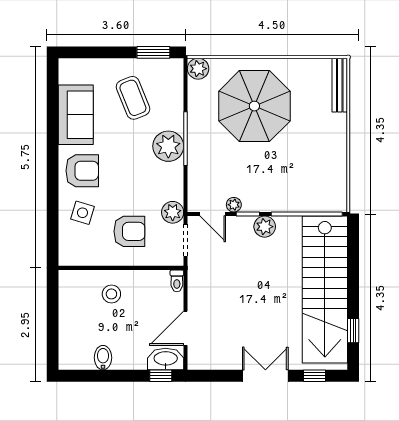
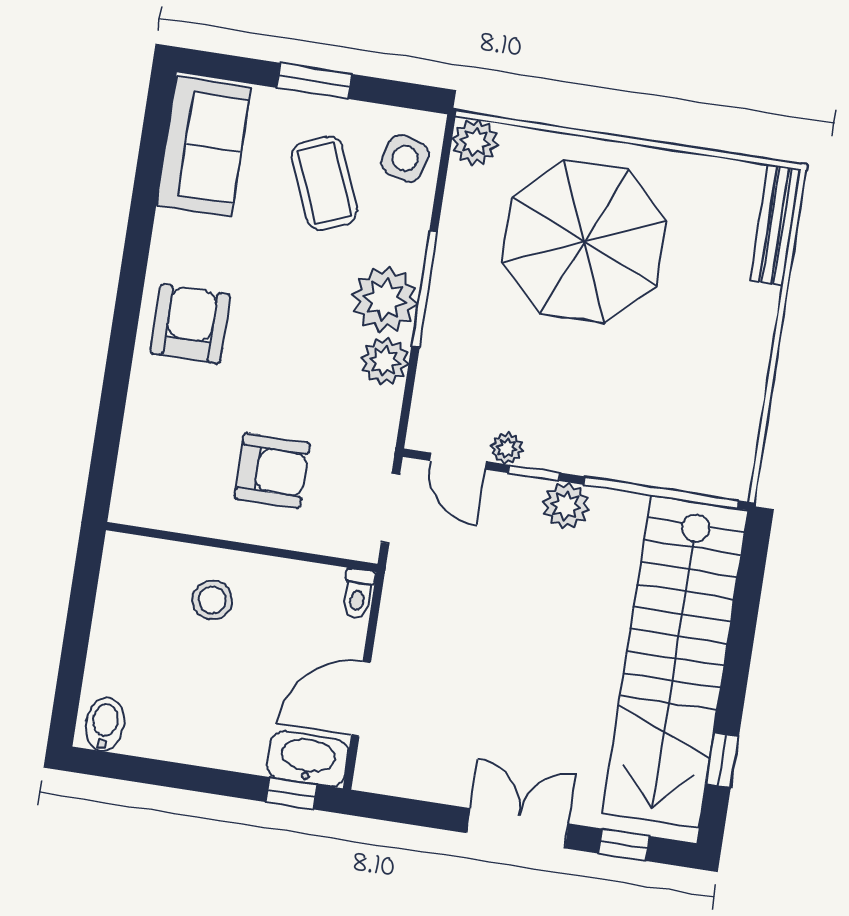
window: (153, 52) -> (314, 81), moved
sofa: (76, 115) -> (204, 146), moved
armchair: (82, 171) -> (190, 324), turned -90
plant: (173, 212) -> (385, 361), moved
side table: (82, 213) -> (405, 158), moved
bidet: (103, 358) -> (105, 724), moved

